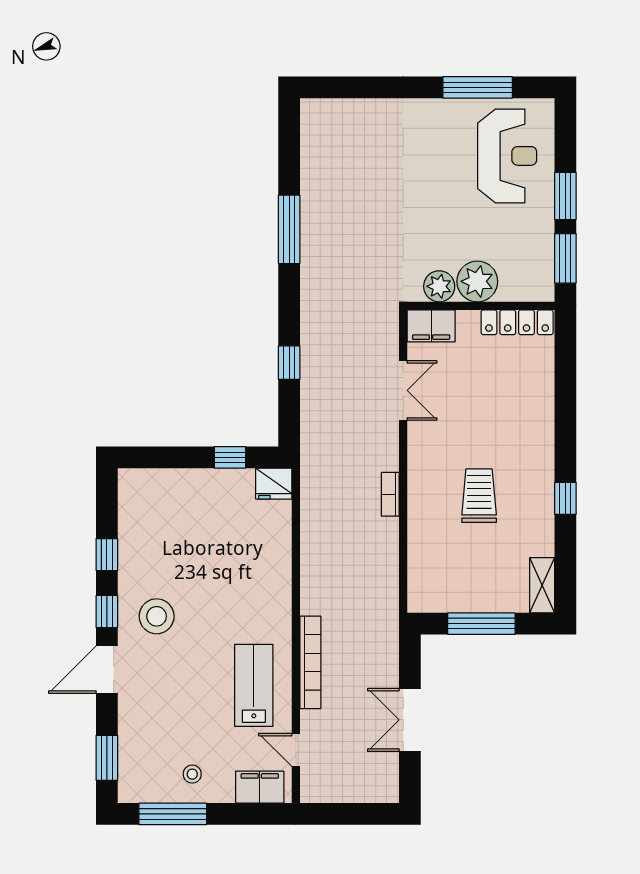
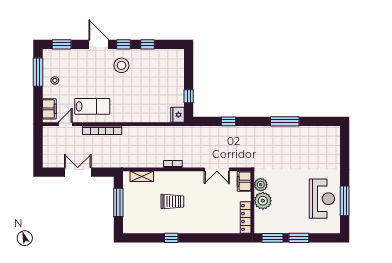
reception desk: (507, 156) -> (322, 199), moved, turned -90
shelving: (542, 585) -> (142, 176), moved

